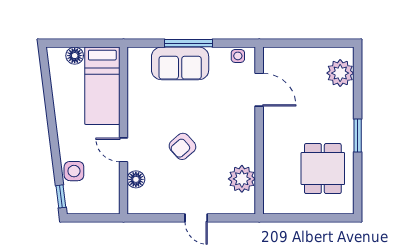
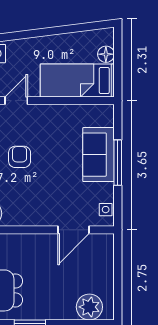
armchair: (182, 146) -> (20, 157), turned 41

